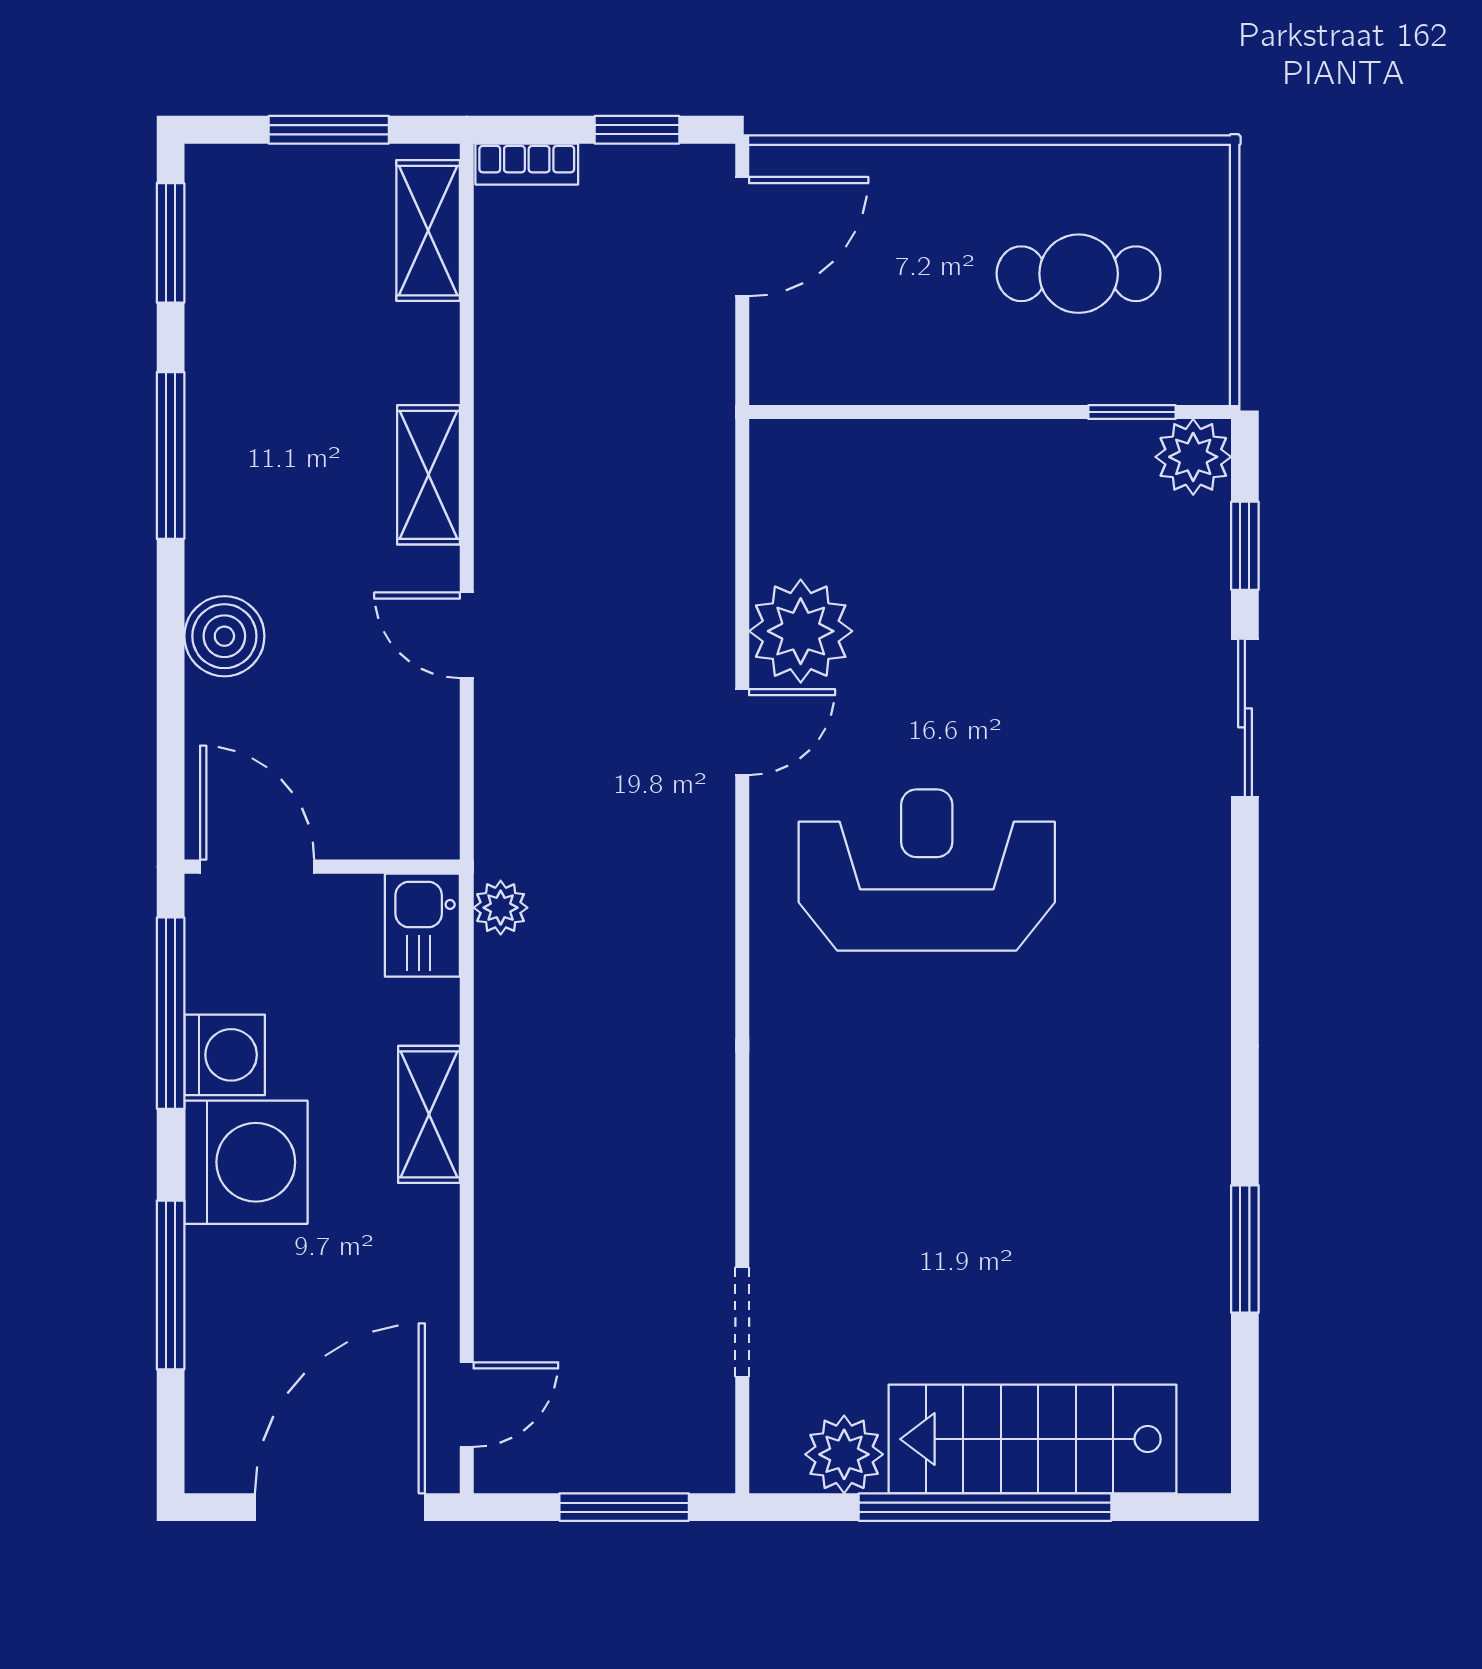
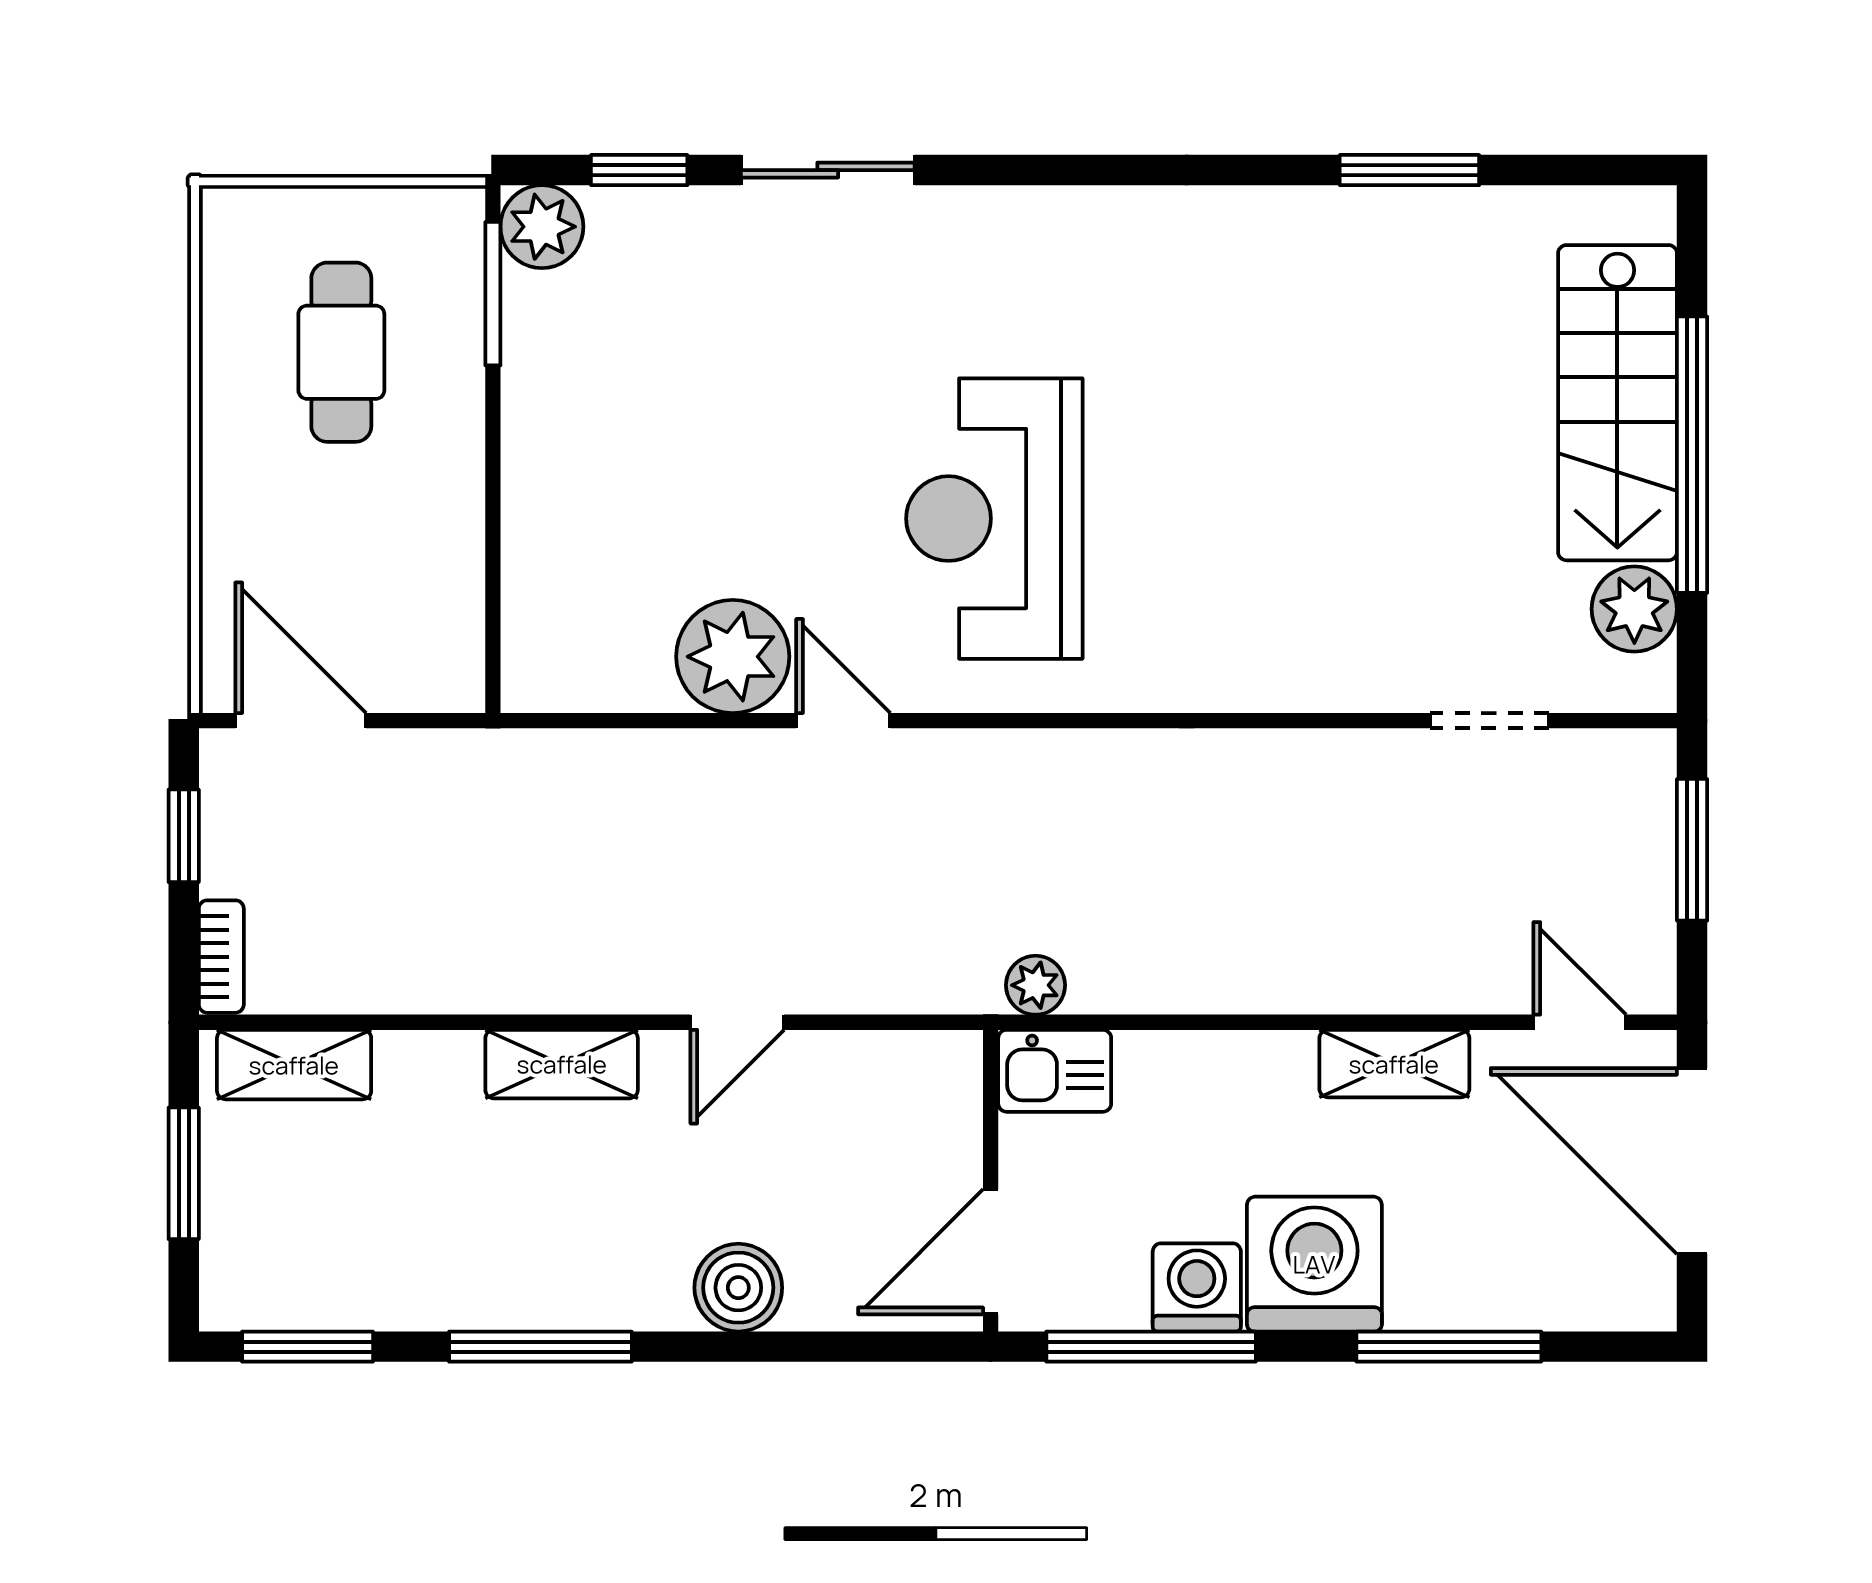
window: (1132, 412) -> (493, 294), width x1.50
shelving: (429, 1114) -> (1394, 1064), moved

